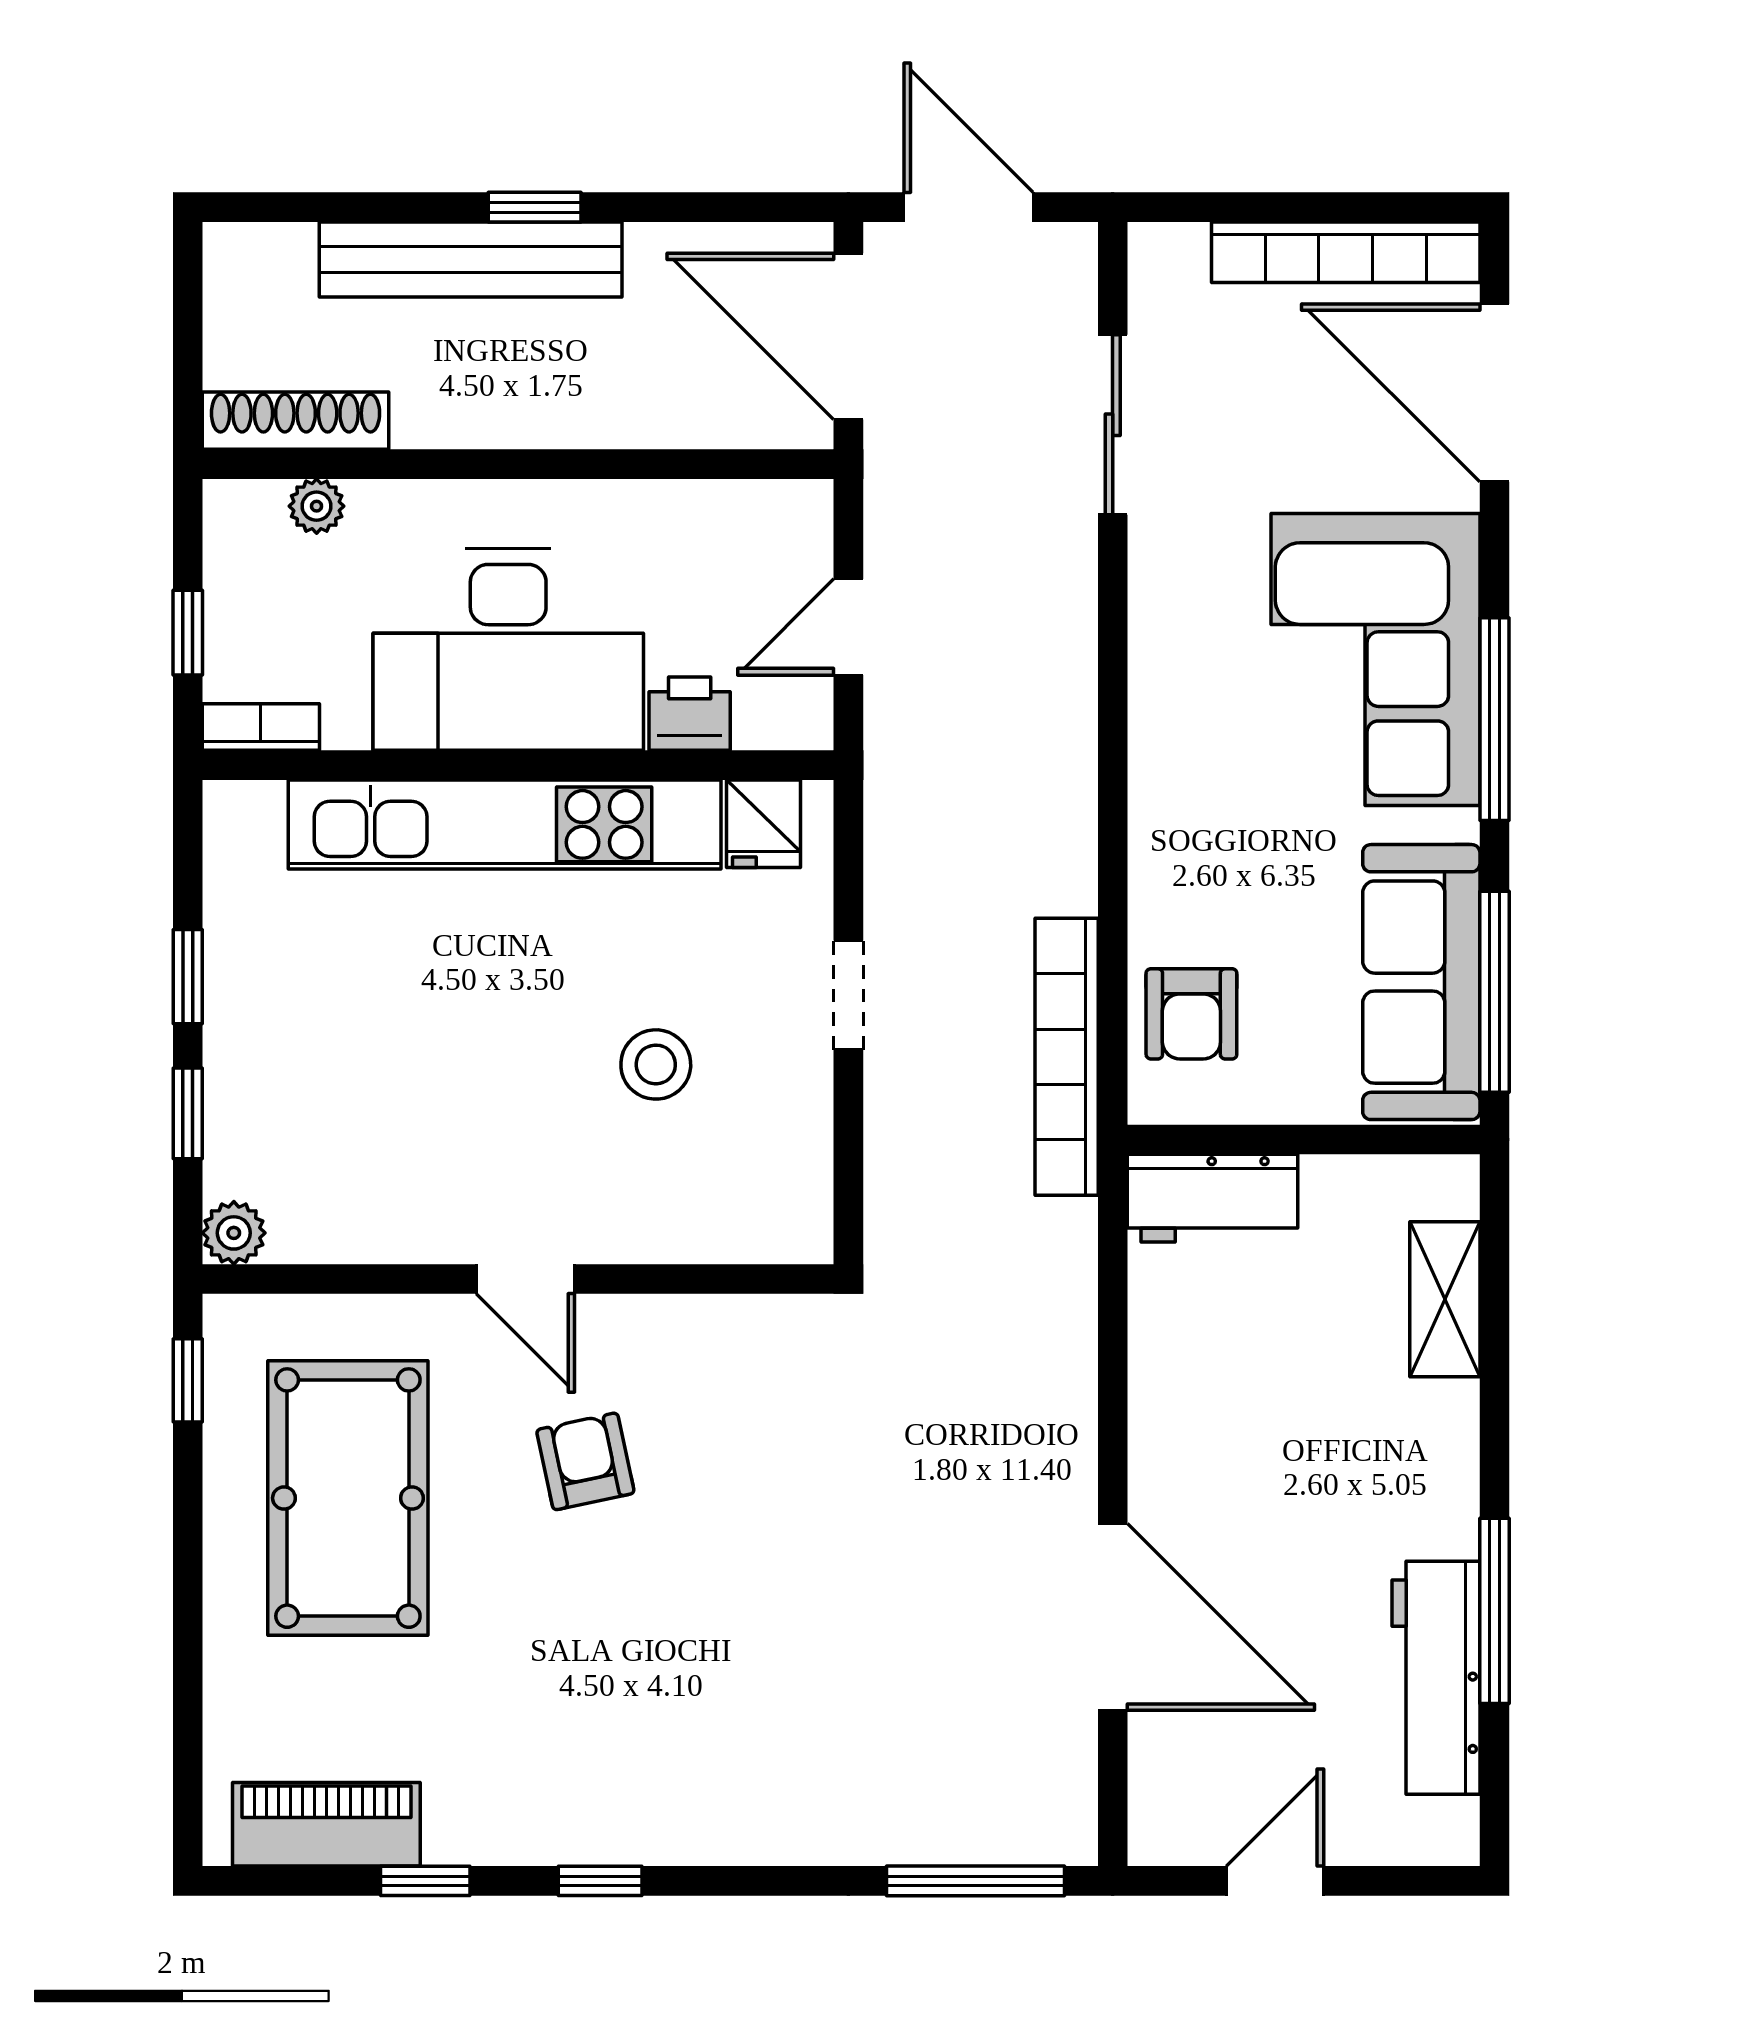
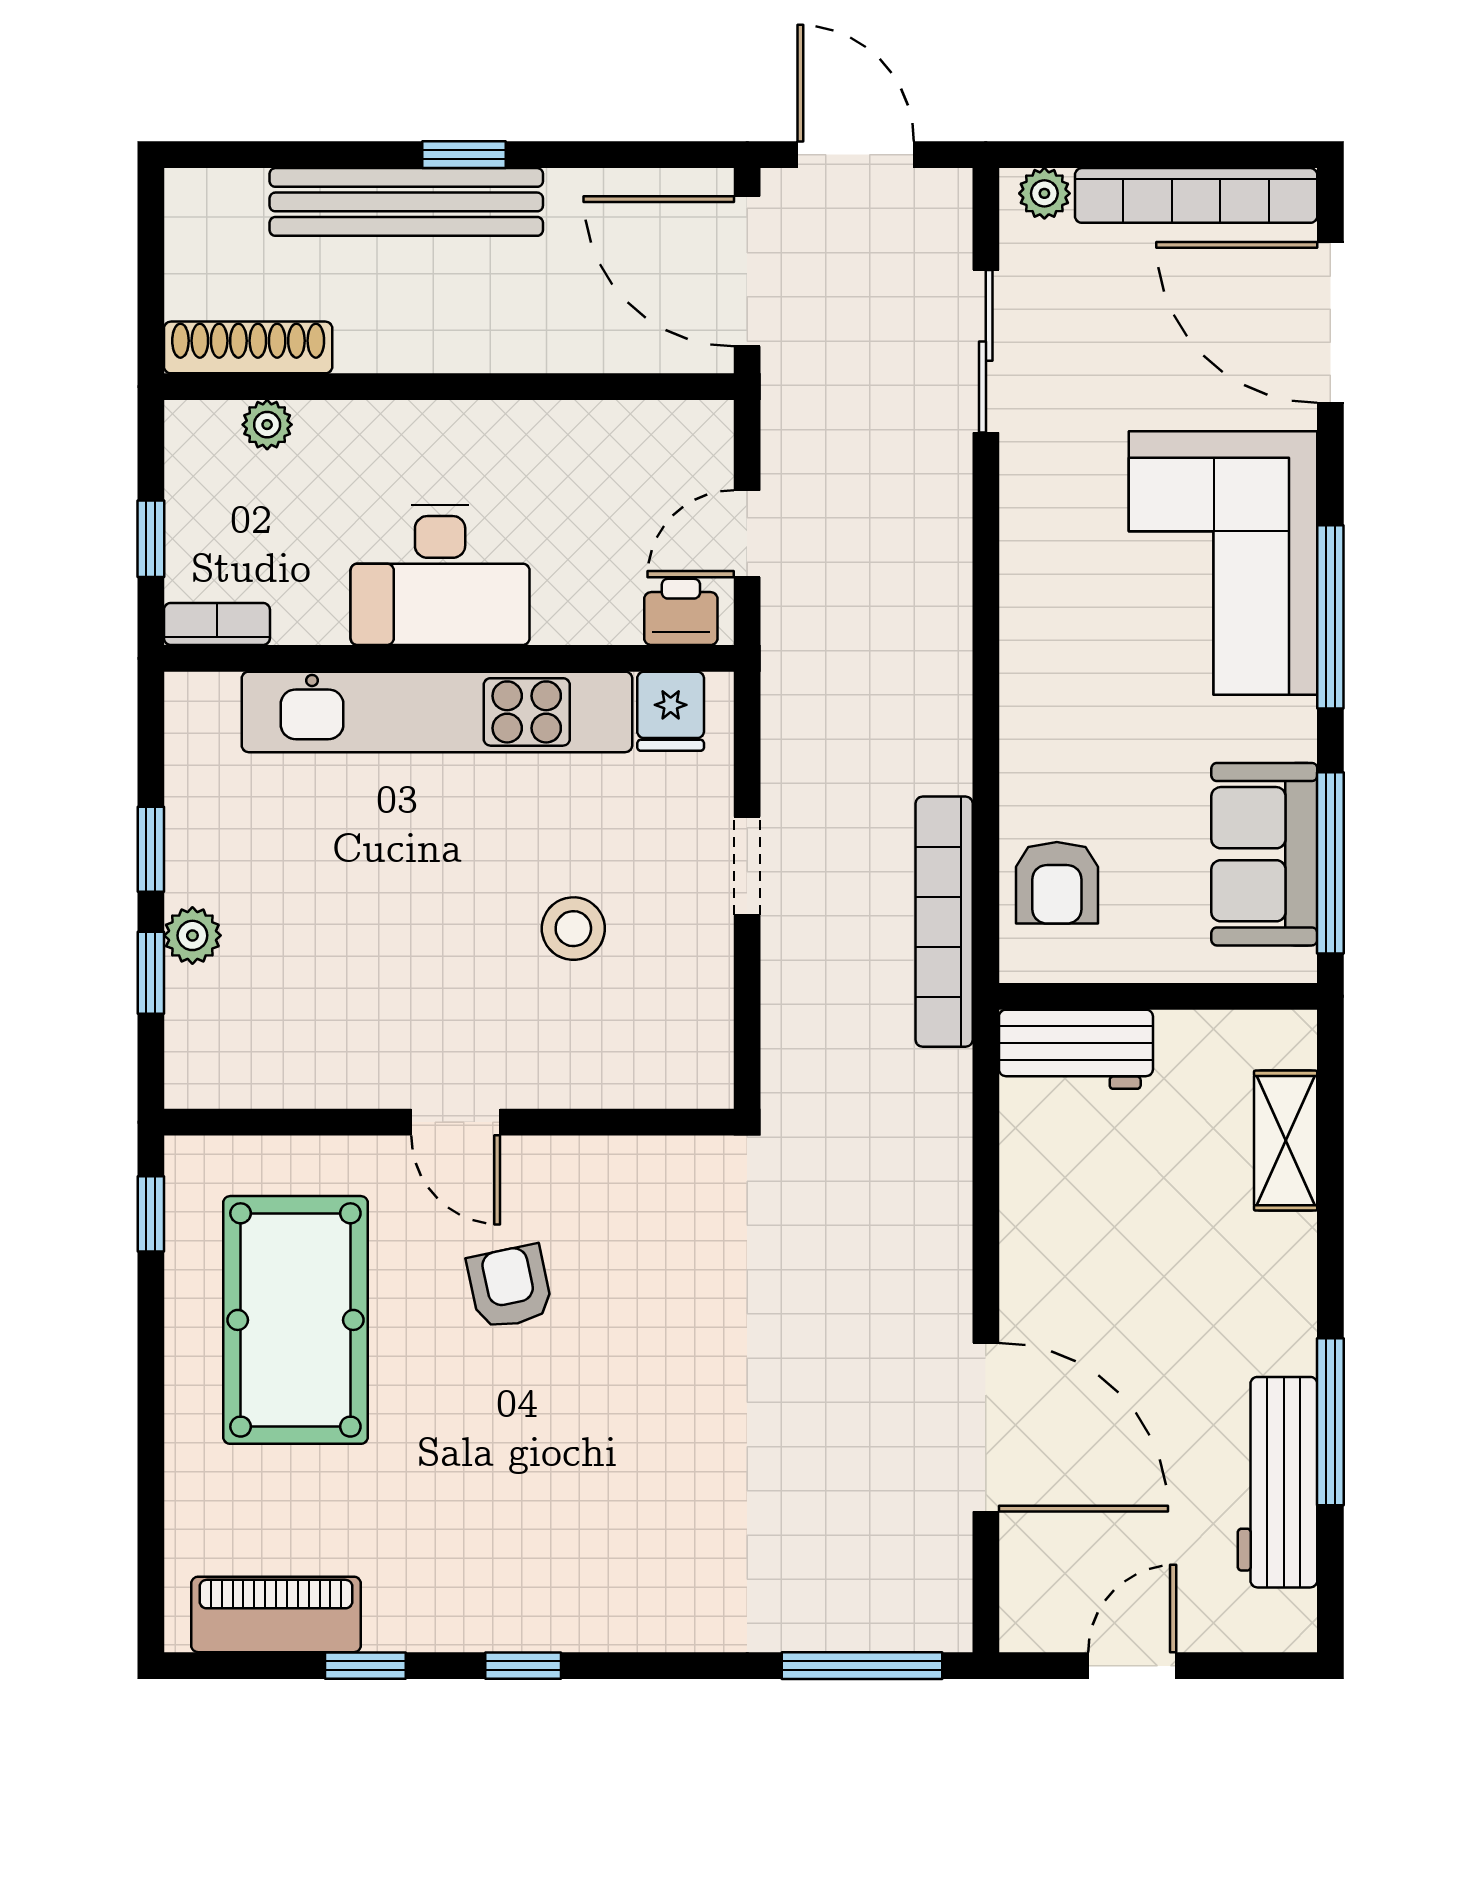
plant: (1178, 250) -> (1044, 193), added
desk: (508, 649) -> (440, 575), width x0.73, depth x0.77
printer: (690, 714) -> (681, 612), moved
sofa: (1421, 982) -> (1264, 854), width x0.73
plant: (234, 1233) -> (192, 935), moved

